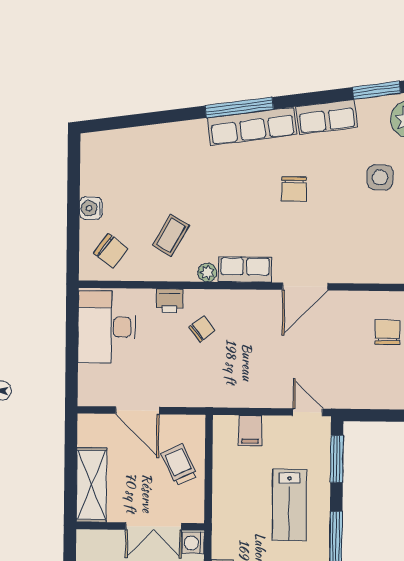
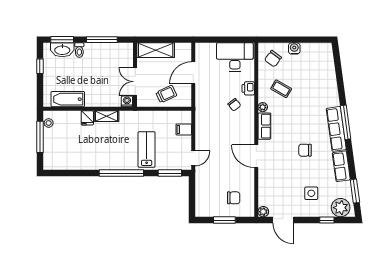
lab bench: (289, 505) -> (147, 149), turned 90

